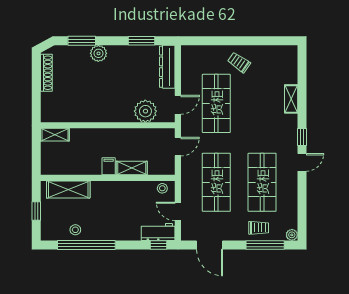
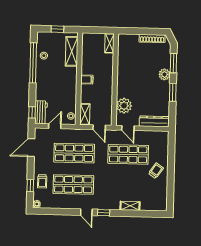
window: (142, 41) -> (173, 92), moved
shelving: (132, 168) -> (85, 114), moved
window: (265, 245) -> (30, 186), width x0.46

